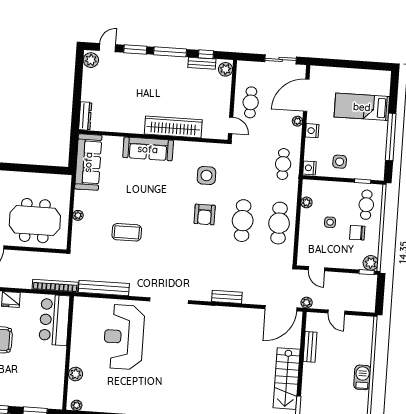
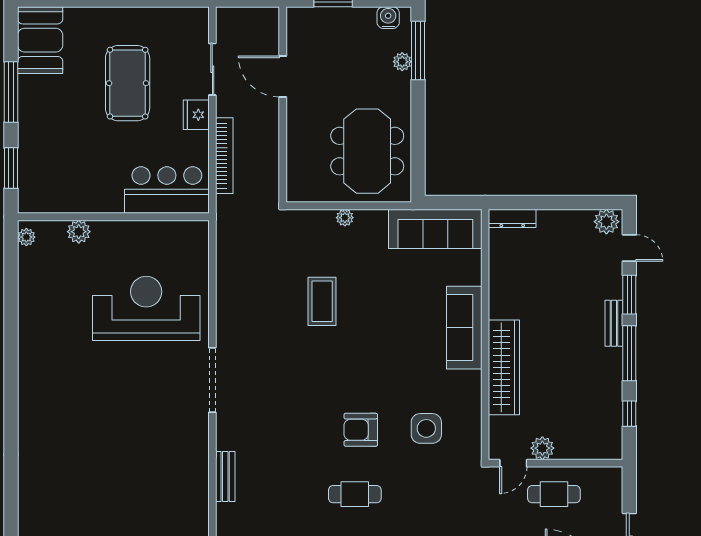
bench: (202, 63) -> (614, 323), moved
plant: (226, 69) -> (542, 448), moved
meeting table: (35, 221) -> (367, 151), moved
cafe table: (243, 221) -> (355, 494), width x0.73, depth x0.74
bookcase: (55, 286) -> (224, 156), moved
bench: (104, 288) -> (226, 269), removed

